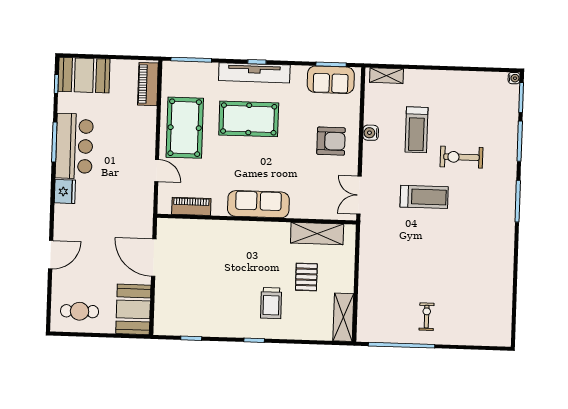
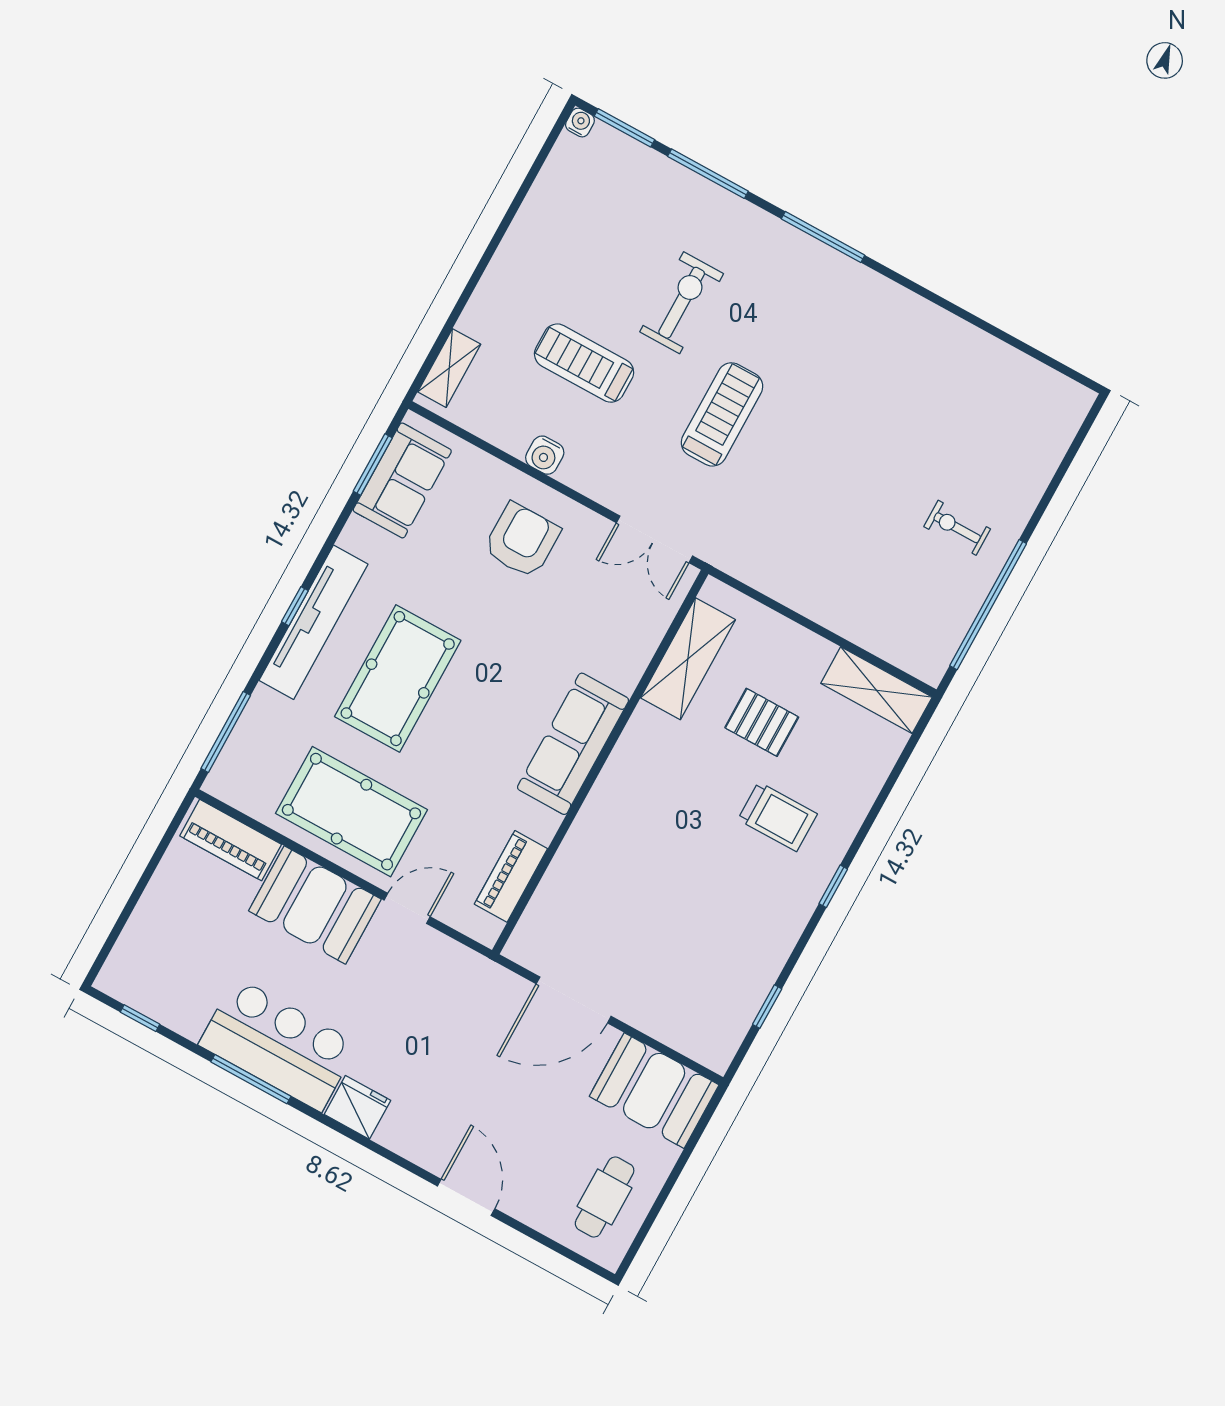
booth: (84, 75) -> (315, 905), moved, turned 90
treadmill: (416, 130) -> (584, 363), turned 180
exercise bike: (461, 157) -> (682, 303), turned 180

